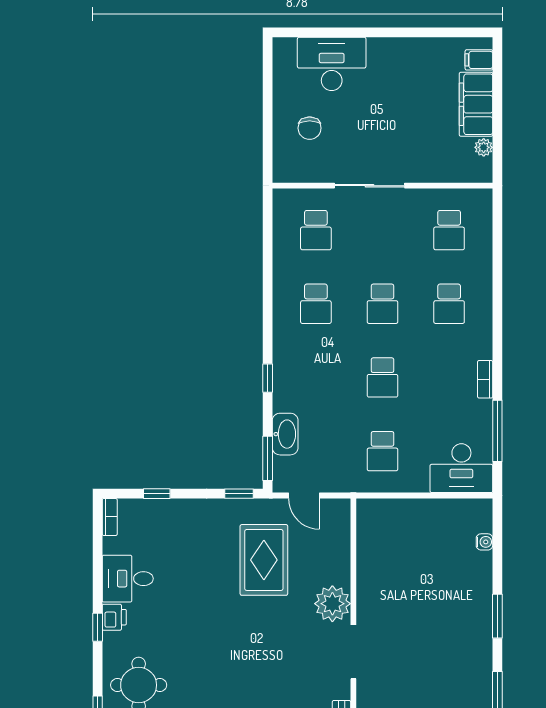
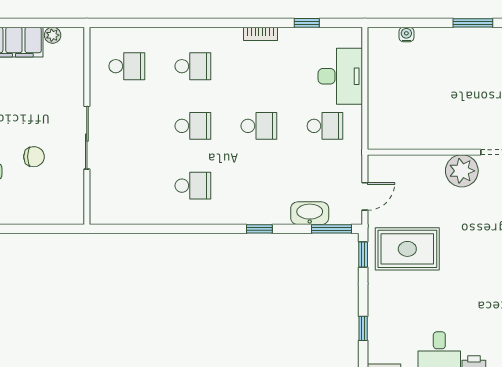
chair: (310, 128) -> (34, 157), moved
school desk: (316, 230) -> (127, 186), removed
window: (497, 431) -> (307, 23), width x0.46
desk: (461, 468) -> (340, 76), moved
rug: (264, 560) -> (407, 249), moved

